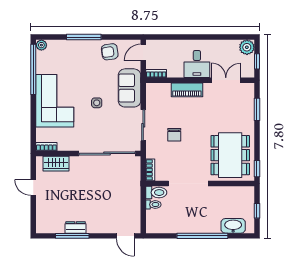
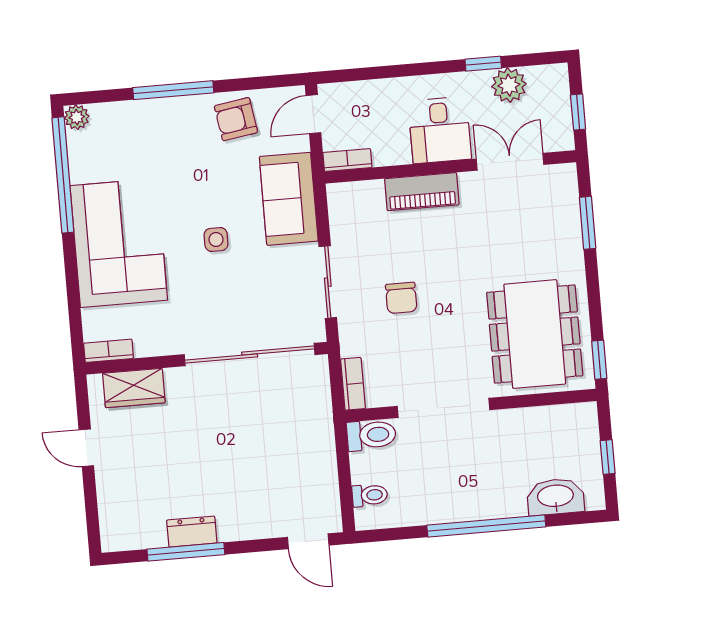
window: (218, 37) -> (483, 64), added
plant: (247, 47) -> (509, 85), moved
toilet: (153, 205) -> (370, 495), moved

